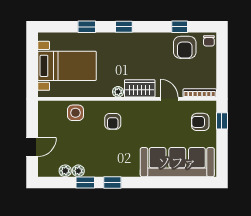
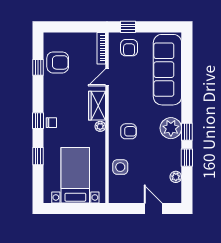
chair: (209, 41) -> (51, 123), moved
plant: (78, 171) -> (171, 128), moved, width x1.88, depth x1.88

